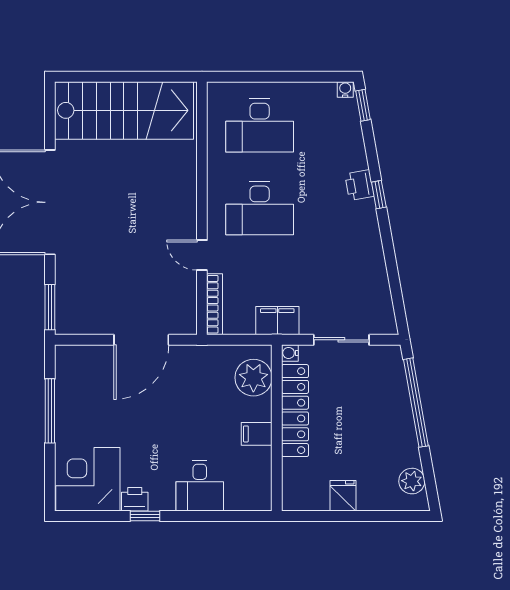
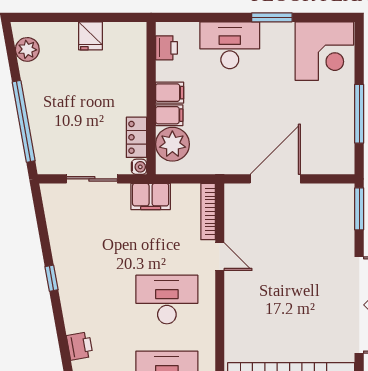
printer: (360, 185) -> (80, 346), moved
window: (379, 195) -> (52, 278), moved
filing cabinet: (257, 409) -> (169, 115), added
locker: (295, 411) -> (137, 137), width x0.46, depth x0.83
desk: (200, 486) -> (230, 45), width x1.37
printer: (135, 499) -> (166, 48), moved, turned -90
window: (145, 516) -> (272, 17), width x1.50

